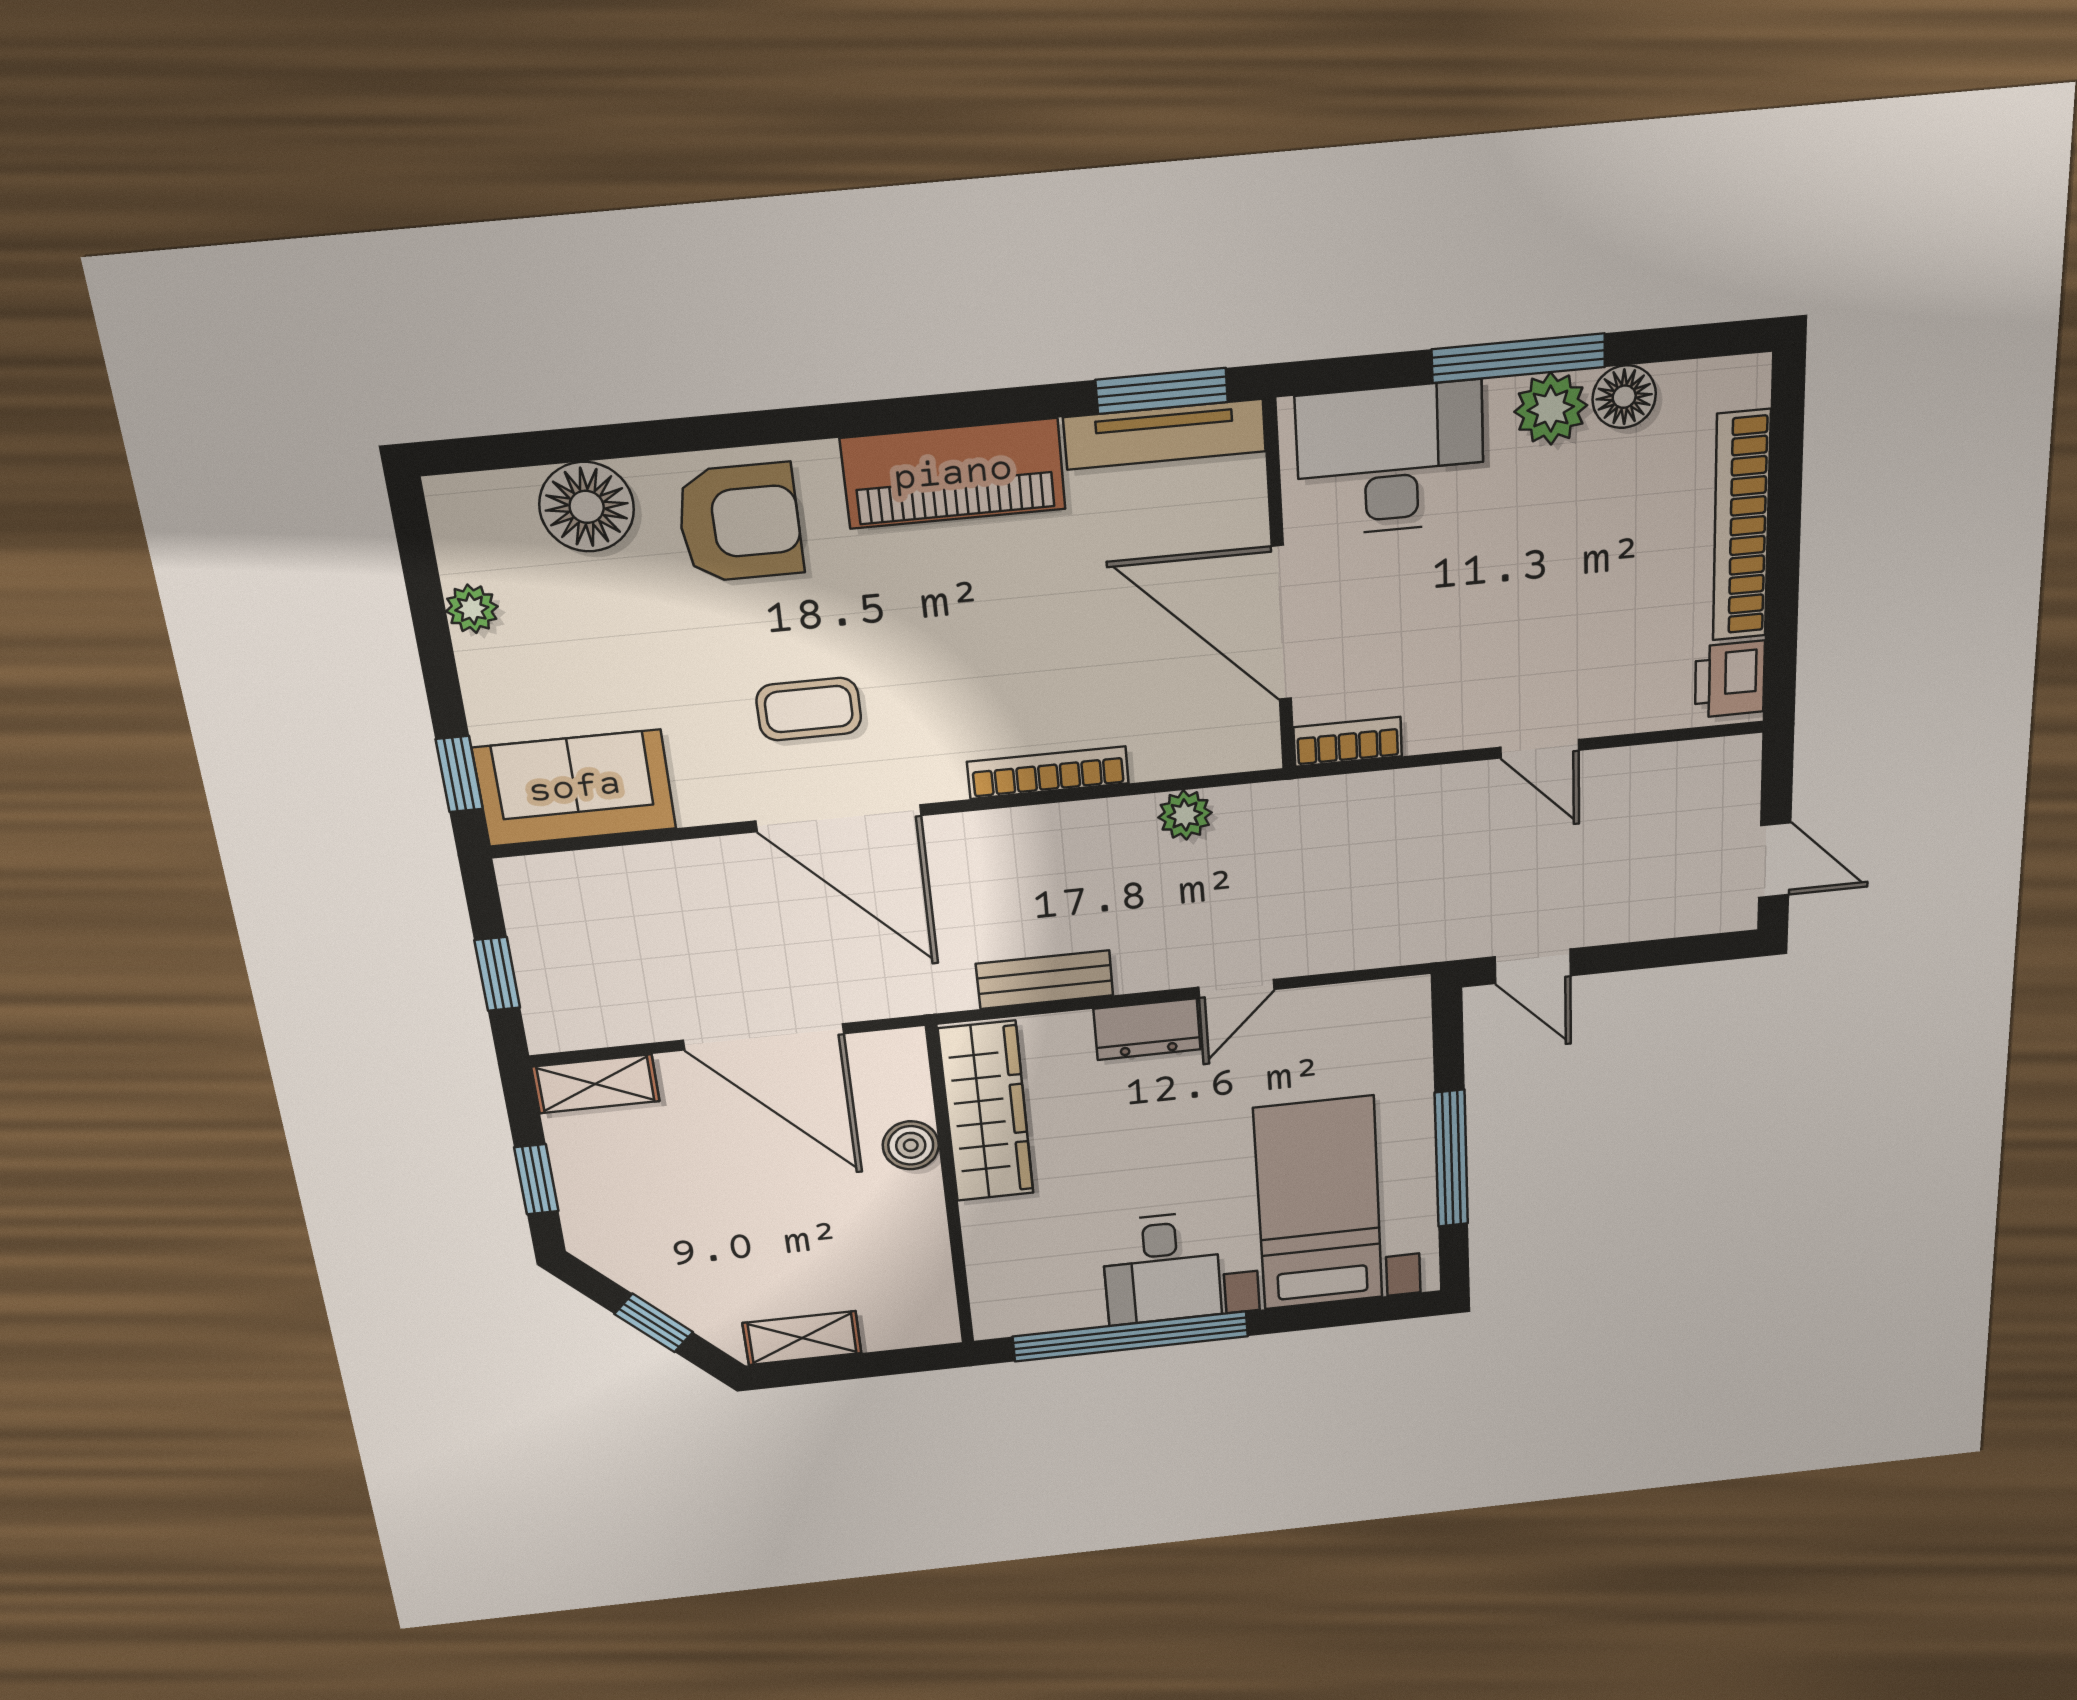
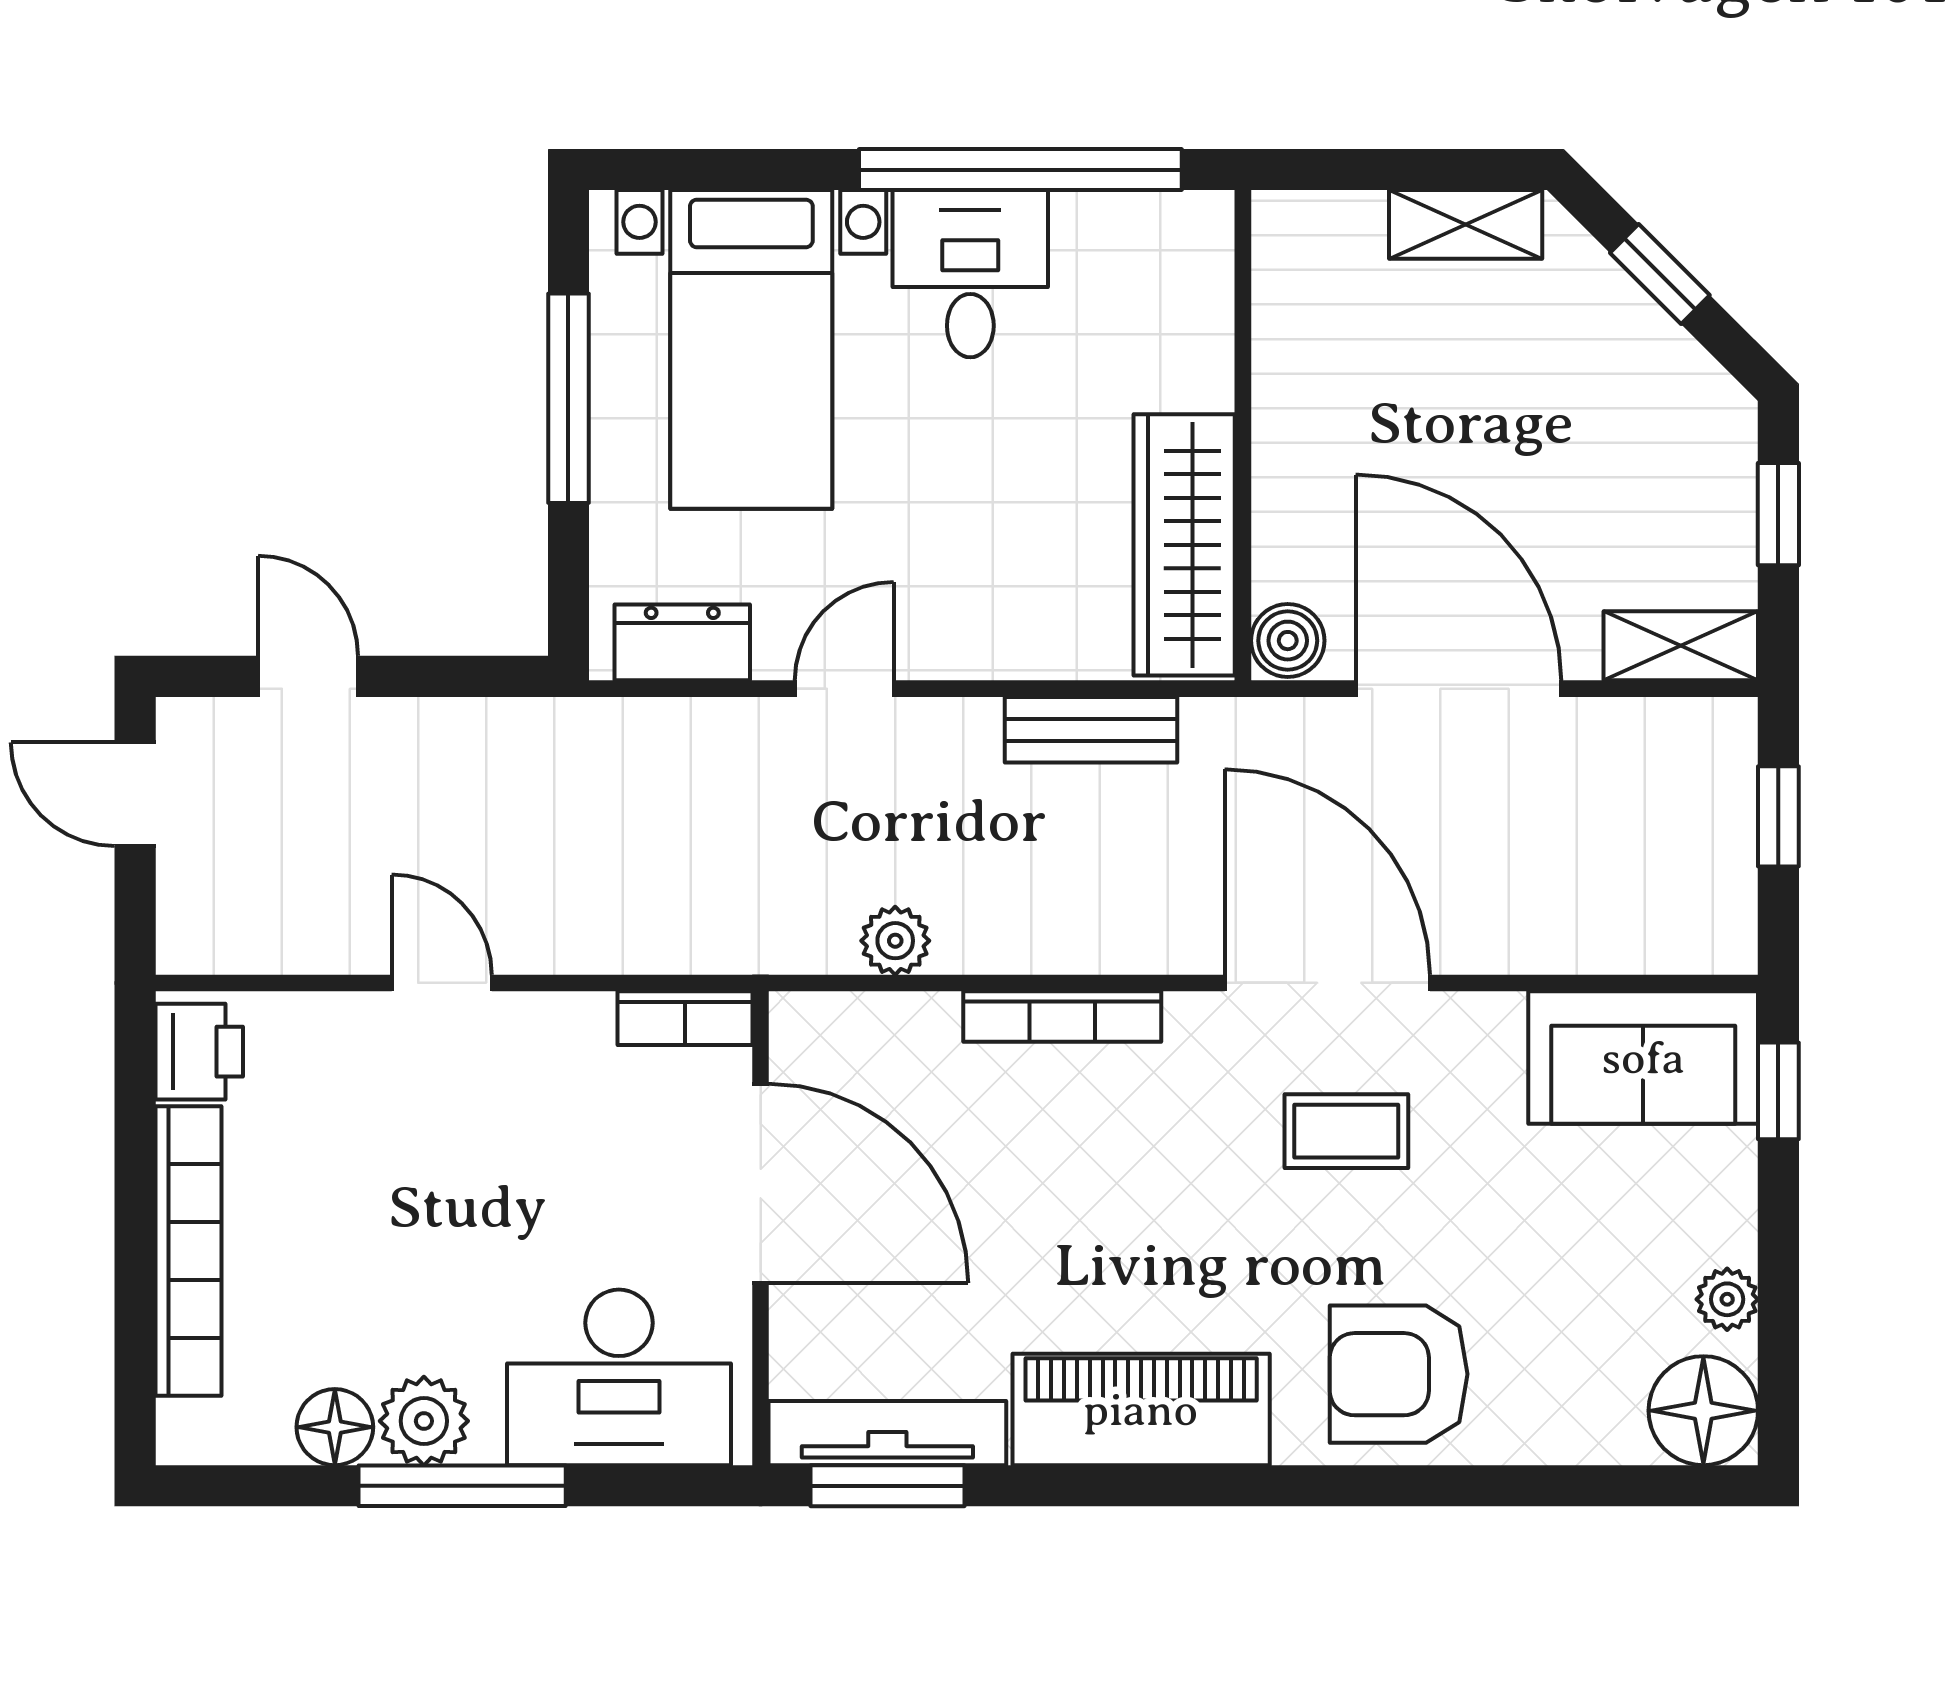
floor lamp: (587, 507) -> (1703, 1411), moved
door: (1533, 966) -> (308, 676), moved
dresser: (1147, 1029) -> (682, 642), moved
boiler: (911, 1145) -> (1288, 641), moved

